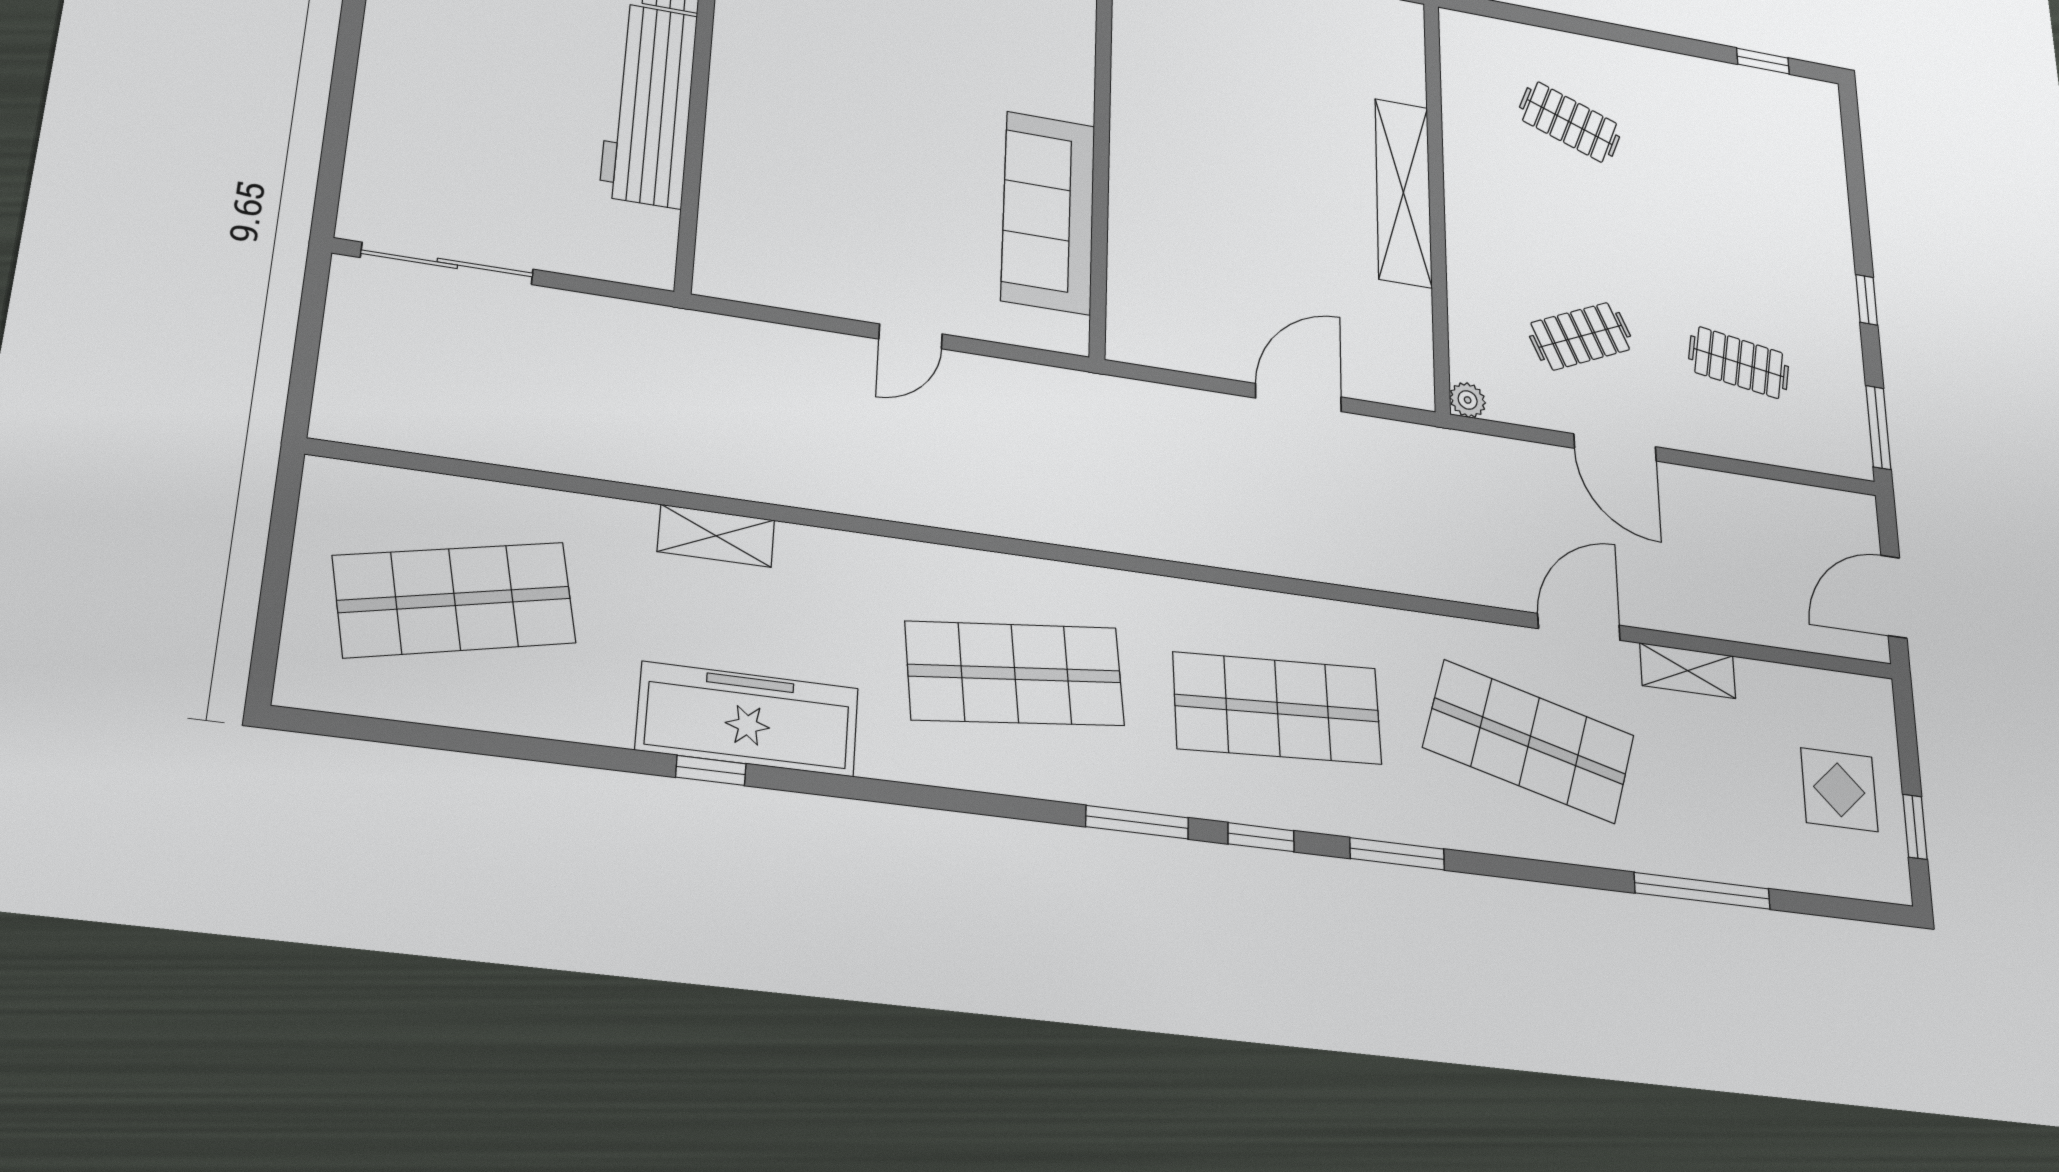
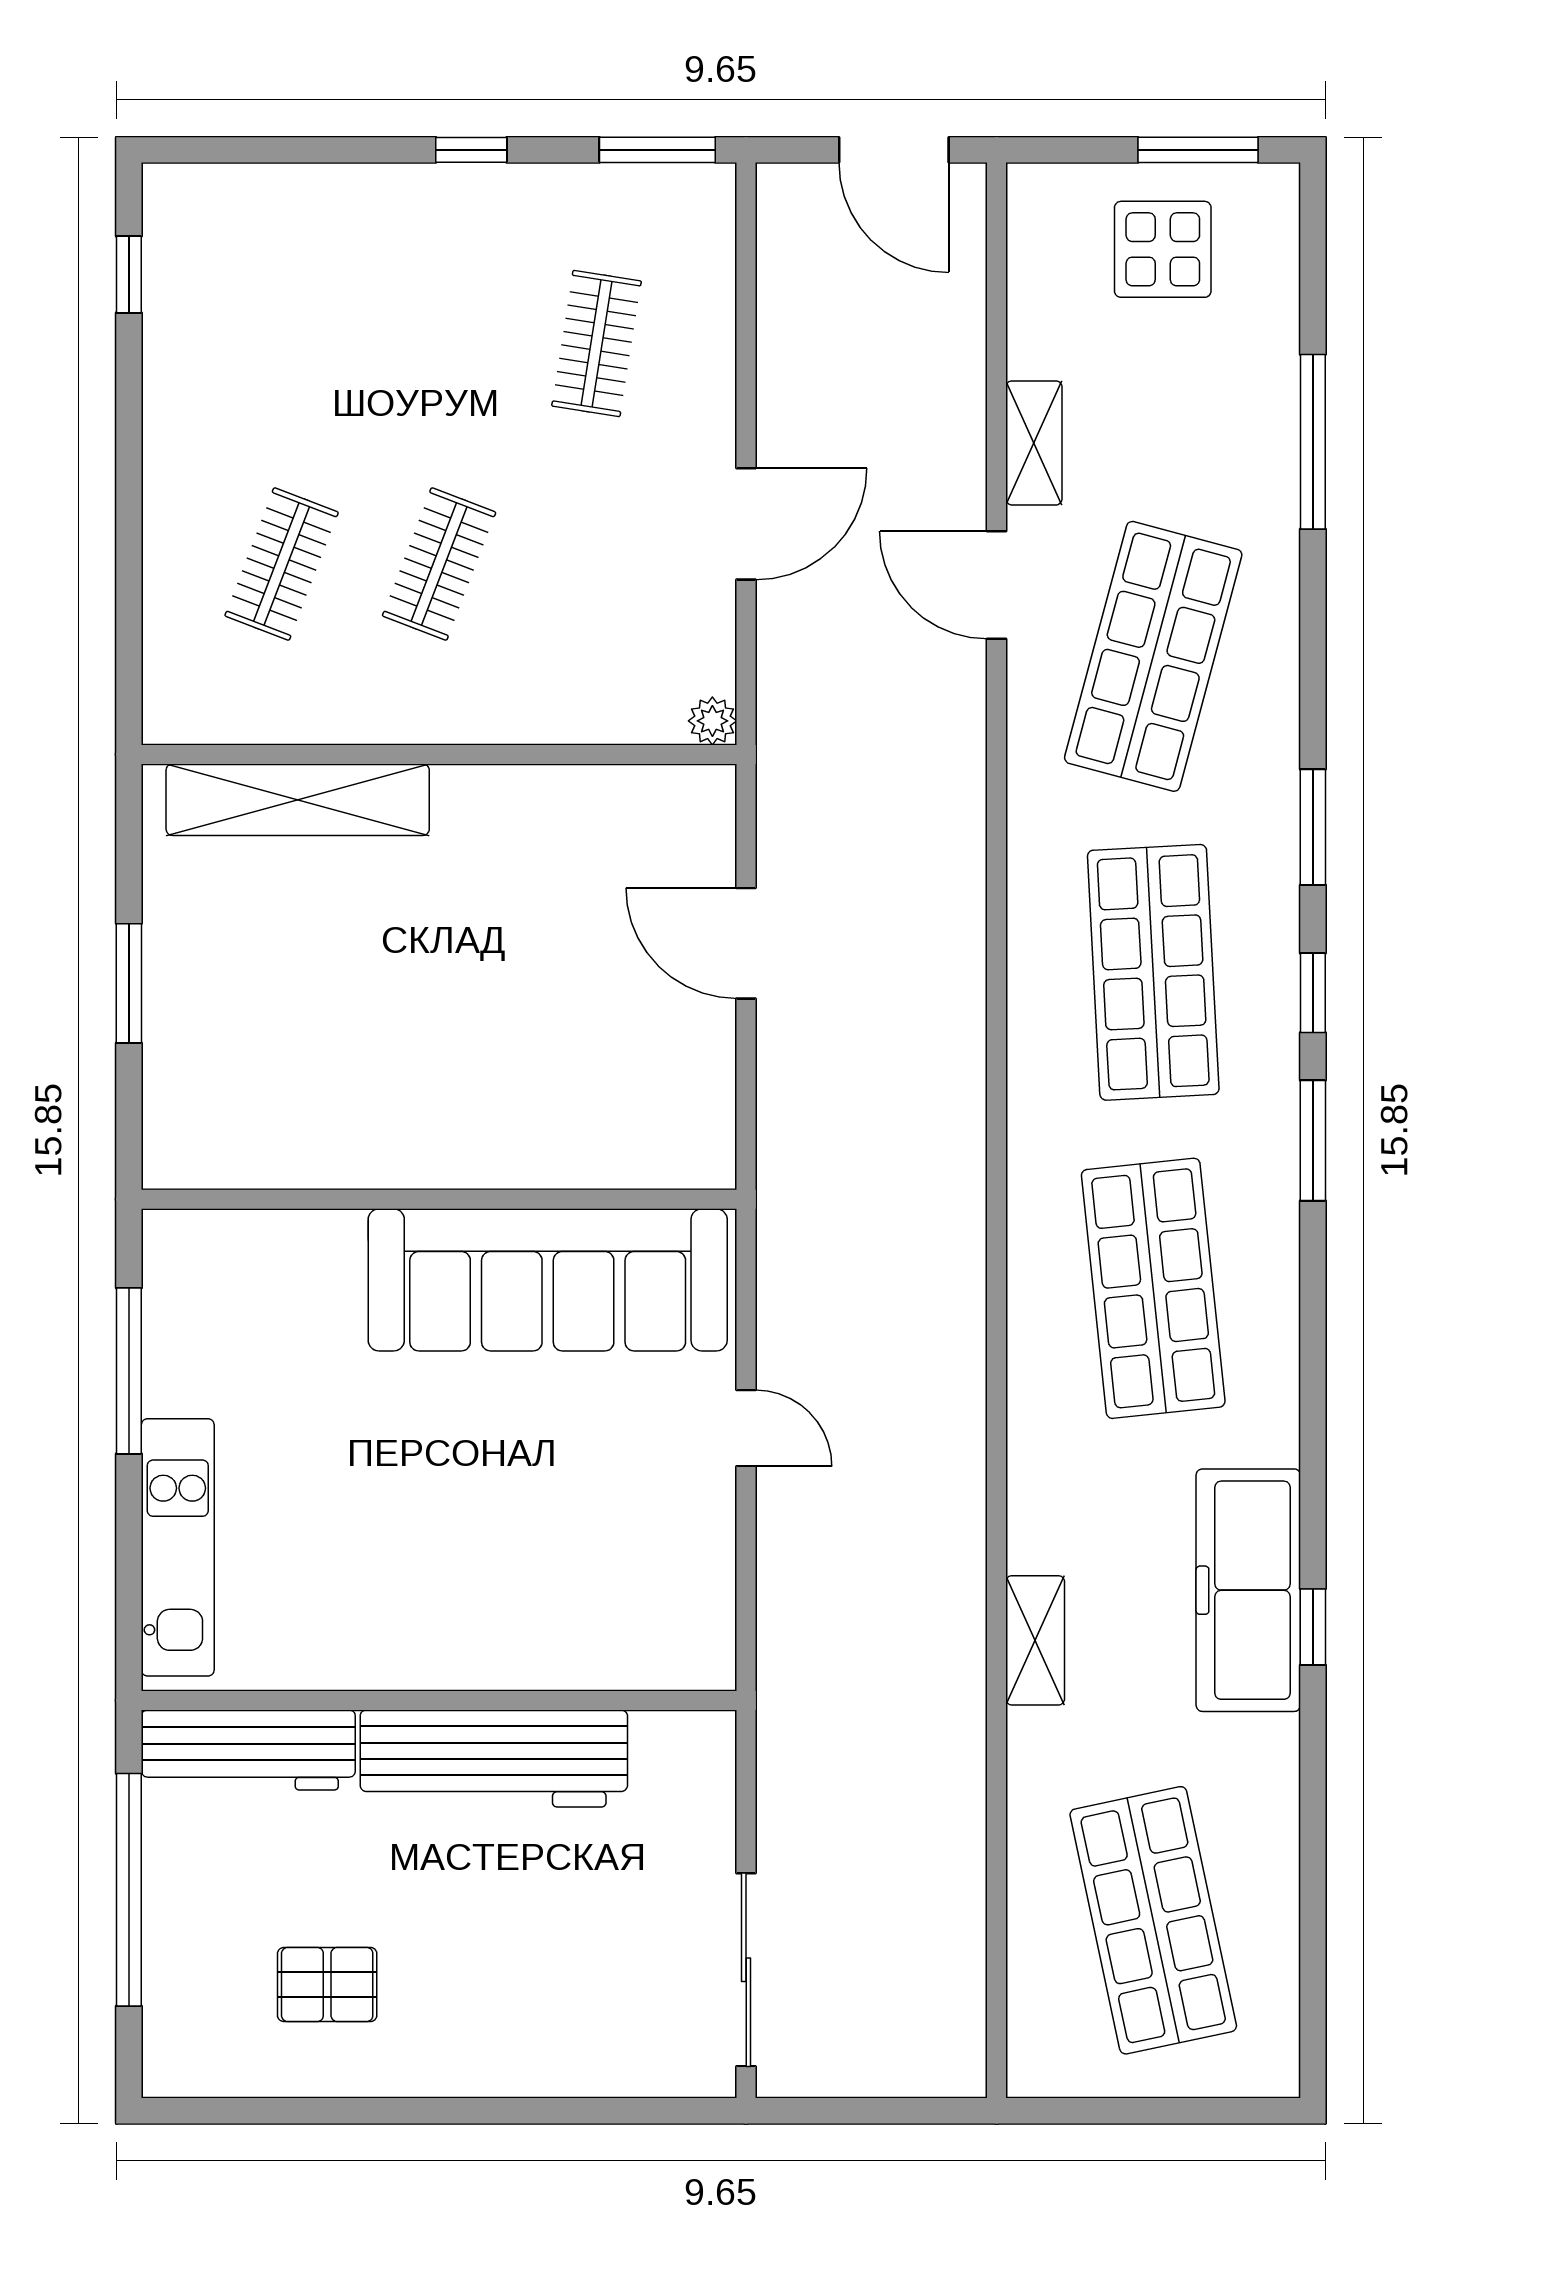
shelving: (1403, 193) -> (298, 800), moved
sofa: (1048, 212) -> (548, 1280), width x1.36, depth x1.27
clothes rail: (1580, 336) -> (439, 564), moved, turned 45
window: (1915, 827) -> (1198, 150), width x1.50

